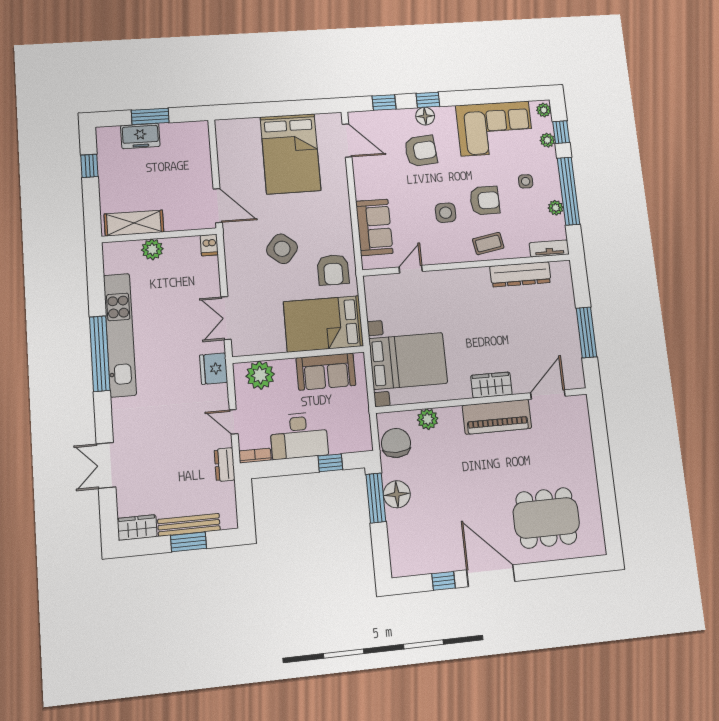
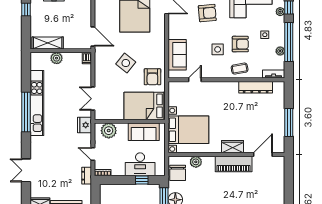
desk: (299, 436) -> (140, 164), moved
chair: (396, 443) -> (178, 173), turned 180

